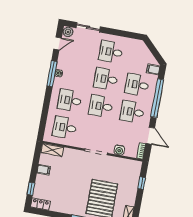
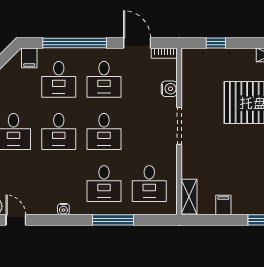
window: (52, 74) -> (113, 220), moved
door: (150, 136) -> (137, 43), hinge flipped

